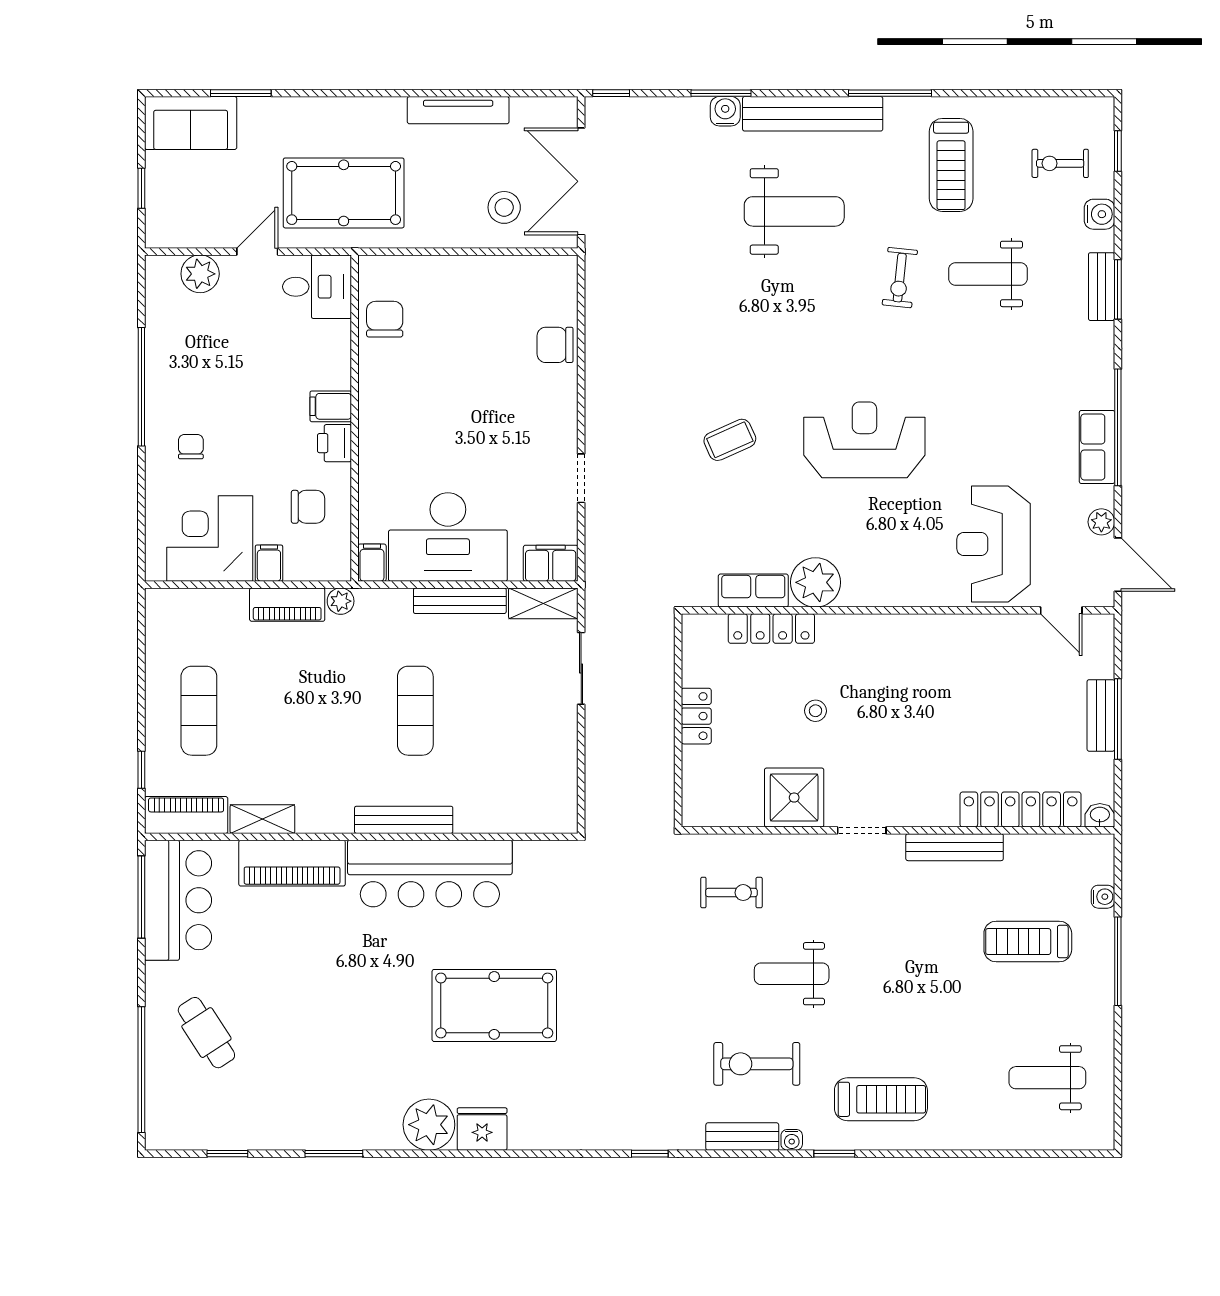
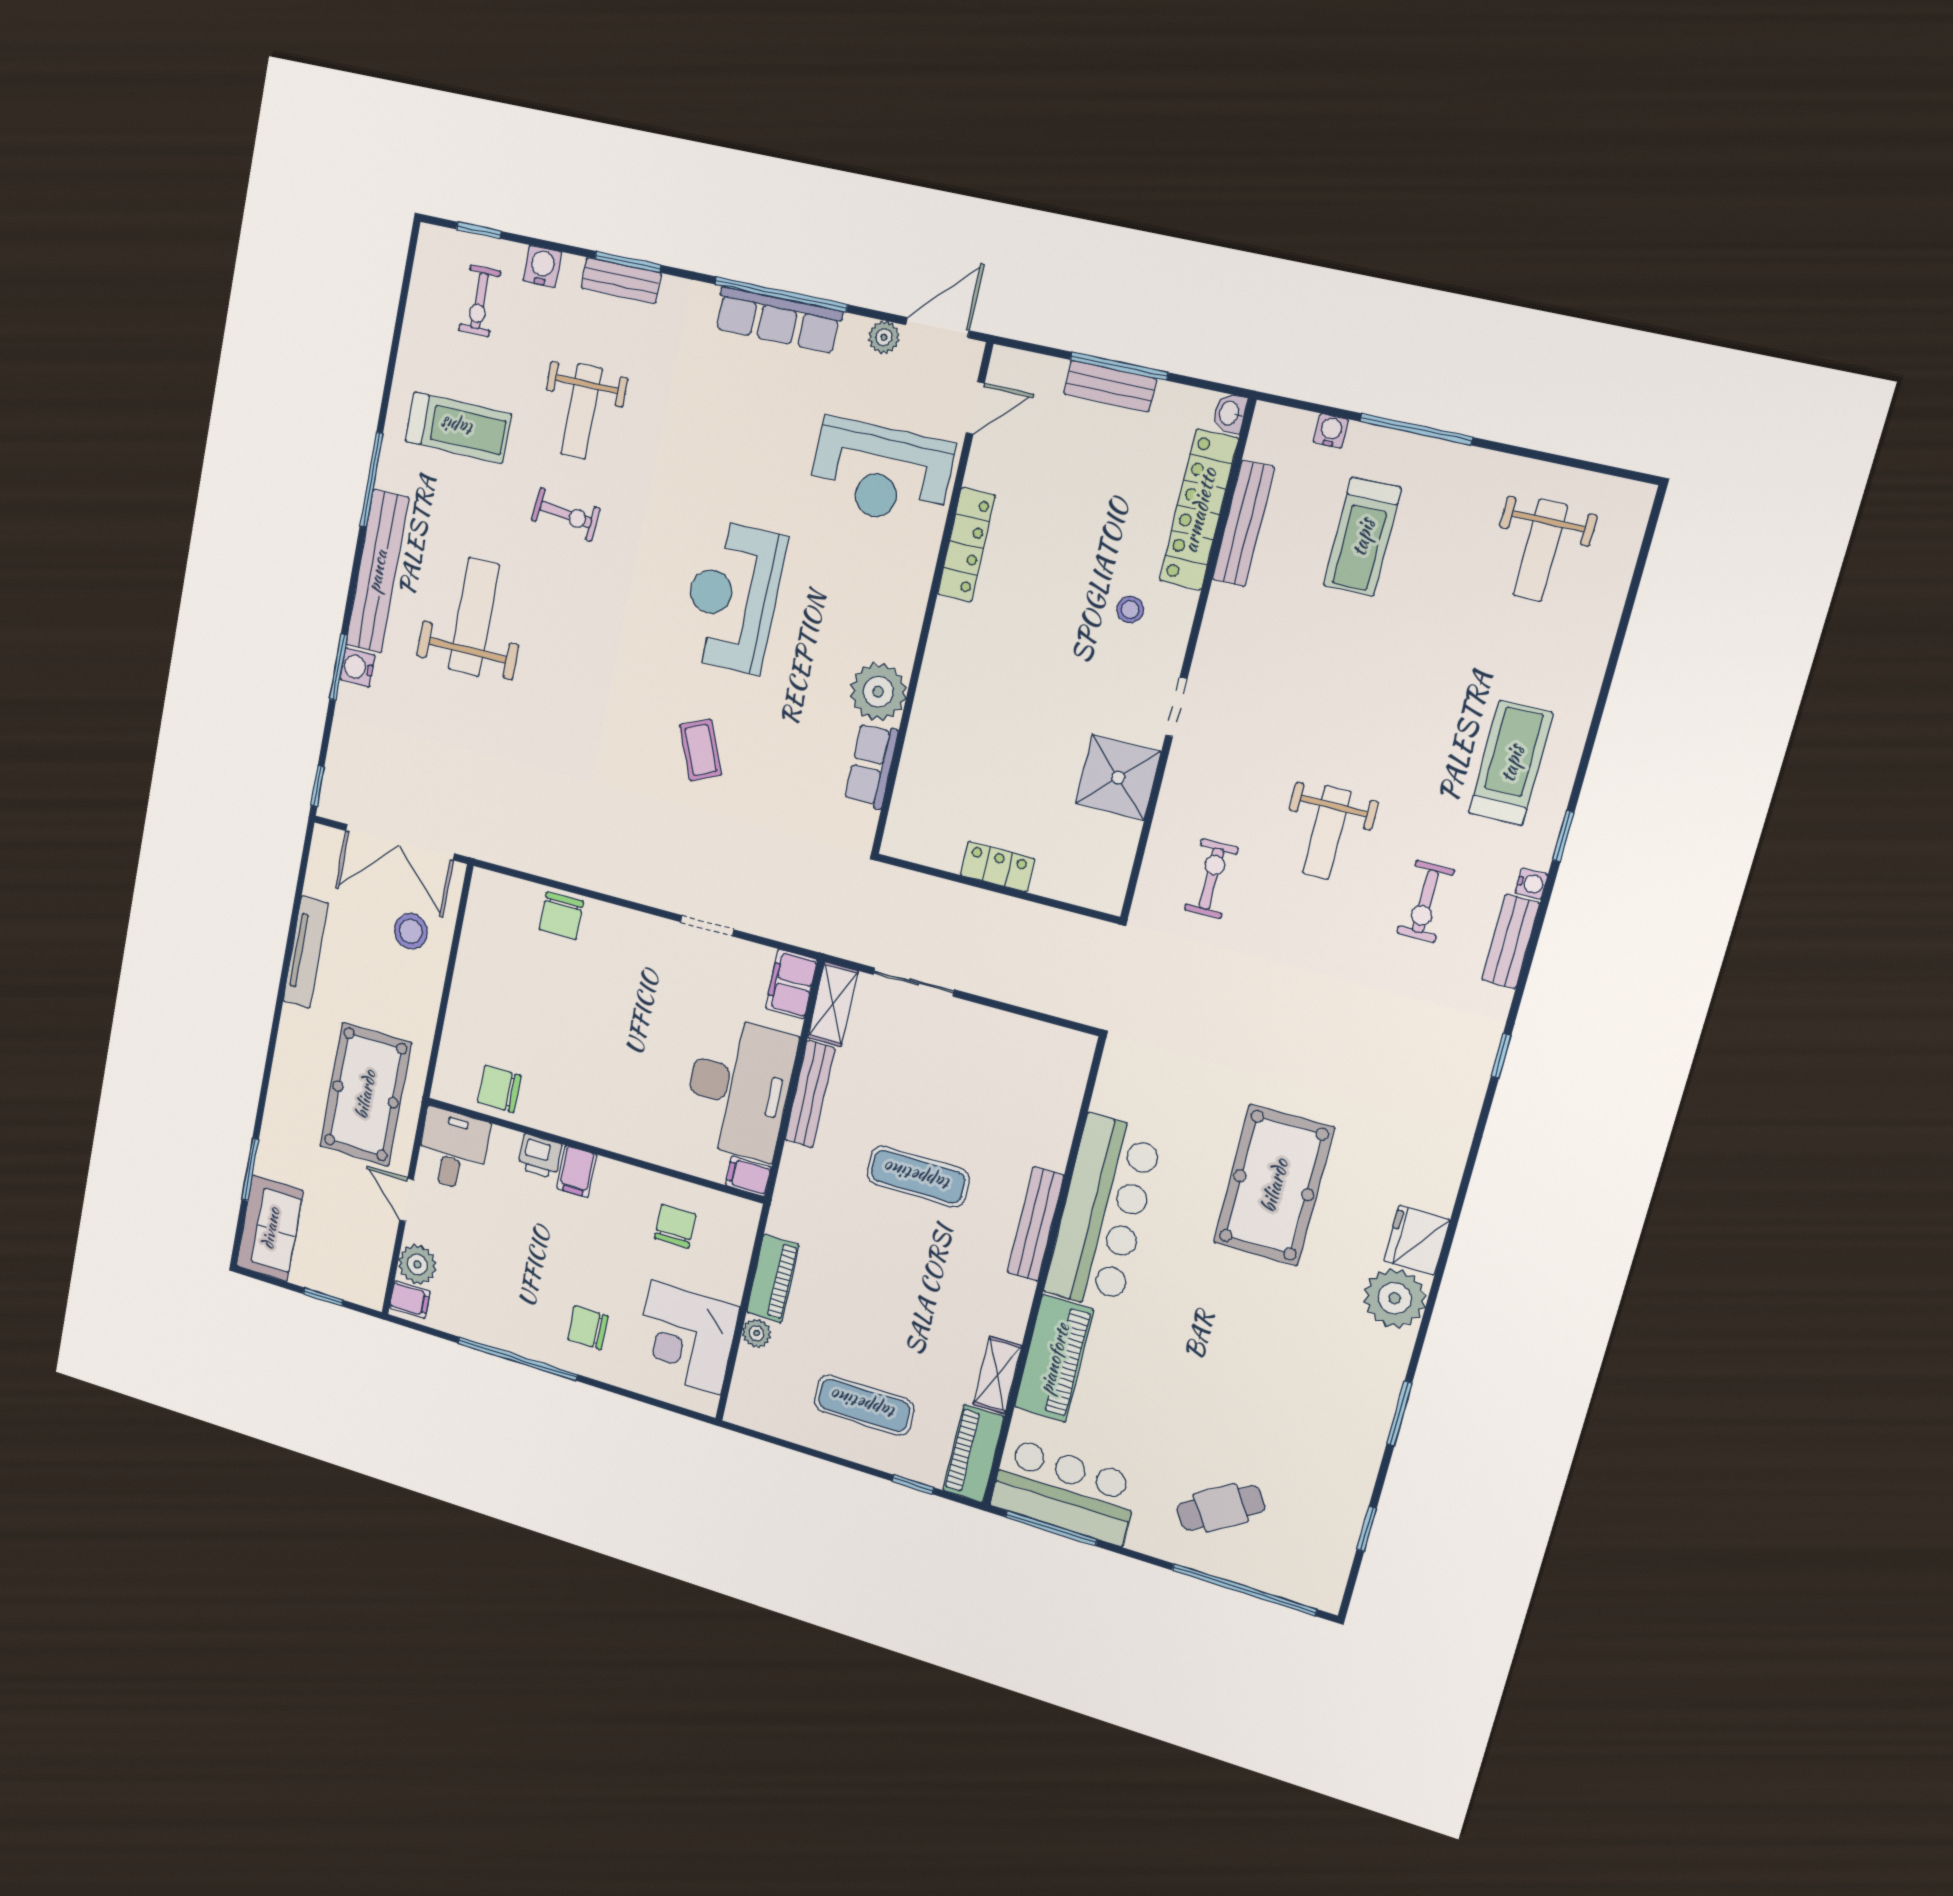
printer: (335, 443) -> (540, 1156), moved
chair: (191, 447) -> (588, 1328), width x1.37, depth x1.37
row of seats: (1097, 447) -> (778, 320), width x1.48
filing cabinet: (269, 563) -> (410, 1300), moved, turned 180
plant: (341, 601) -> (757, 1333), moved
locker: (771, 629) -> (966, 545), moved
stool: (815, 711) -> (1130, 610), moved
bench: (955, 847) -> (1243, 523), moved
exercise bike: (757, 1064) -> (1425, 901), width x0.73, depth x0.72

